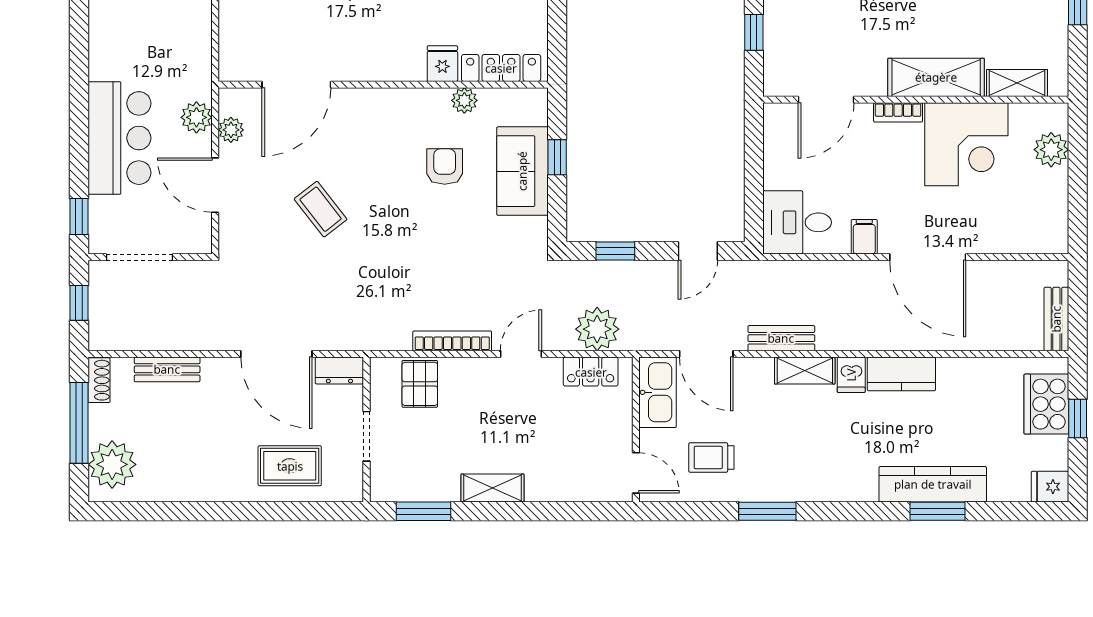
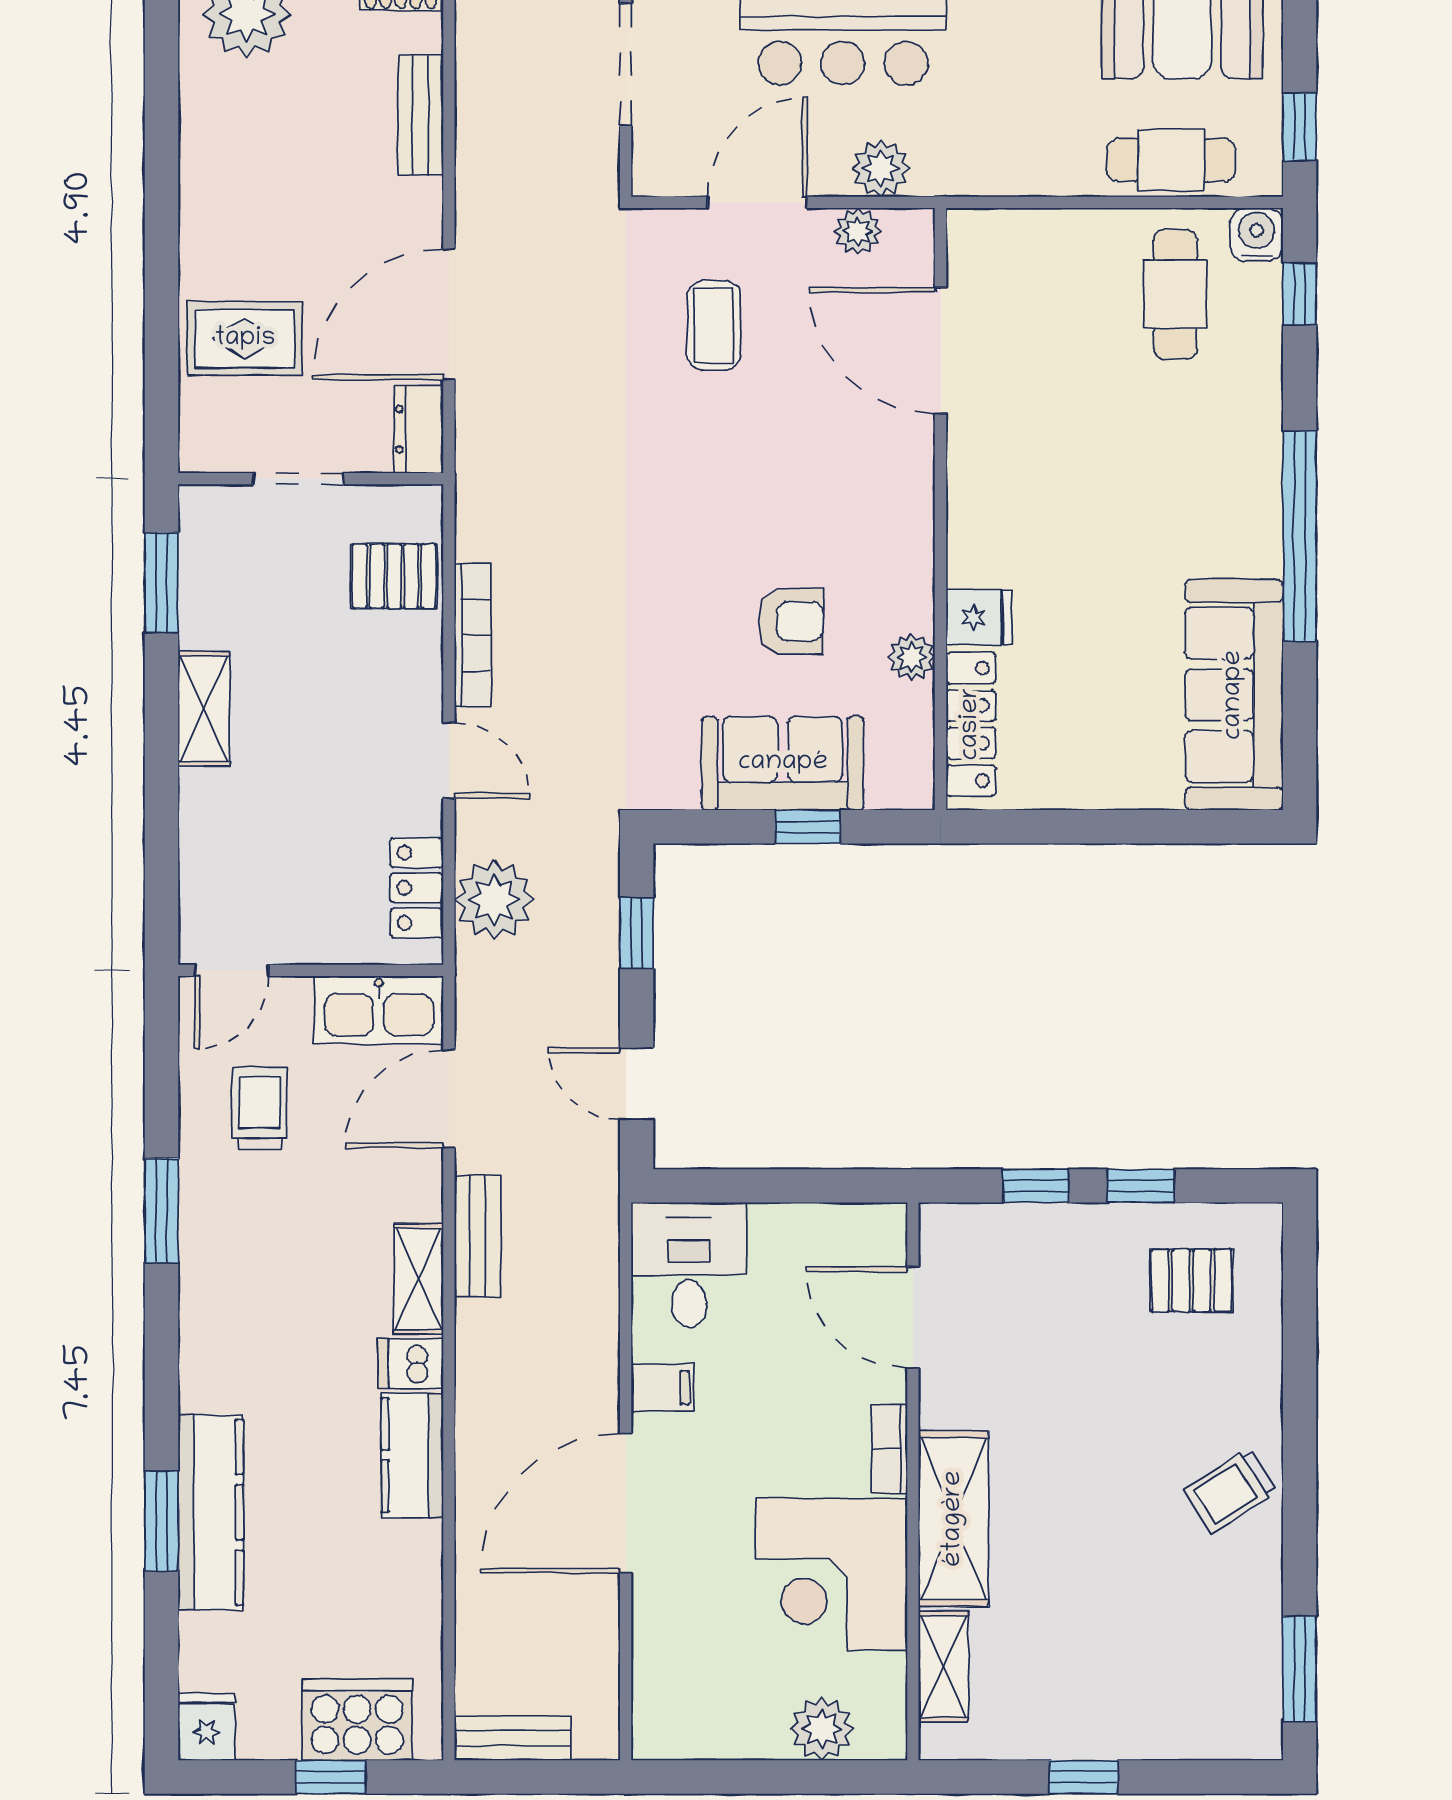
coffee table: (321, 209) -> (714, 325), moved, turned -52
rug: (290, 466) -> (245, 339), turned 90

